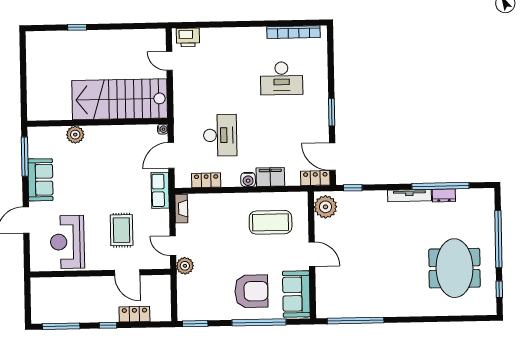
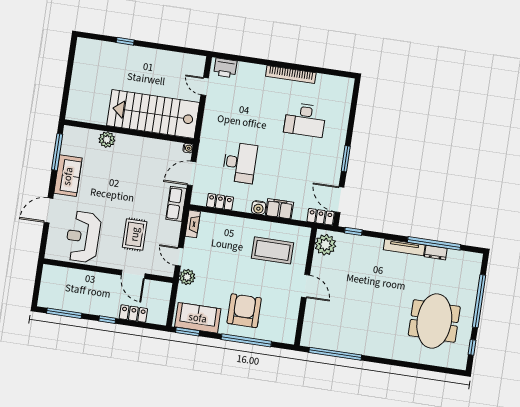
bookcase: (293, 32) -> (291, 74), moved
armchair: (251, 291) -> (244, 311), turned -90
sofa: (296, 294) -> (198, 318), moved, turned 90

